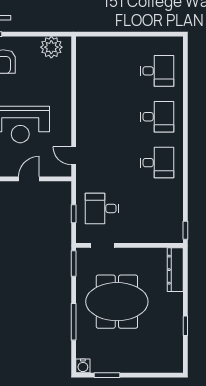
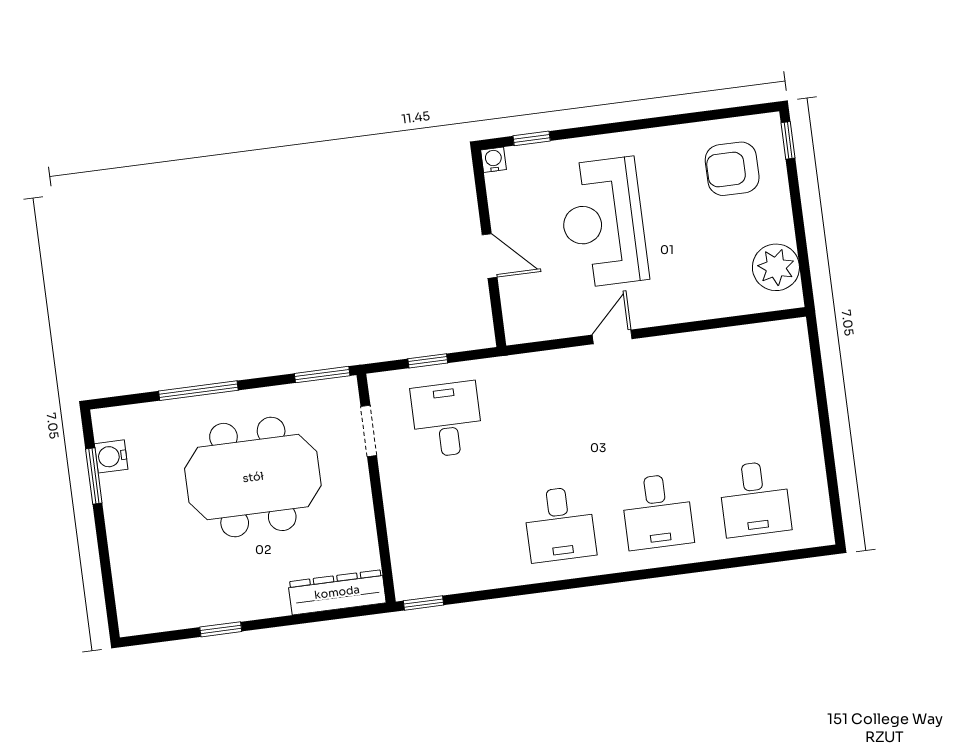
door: (74, 156) -> (612, 337), moved
meeting table: (117, 302) -> (253, 477), turned 90
water cooler: (83, 366) -> (111, 456), moved

